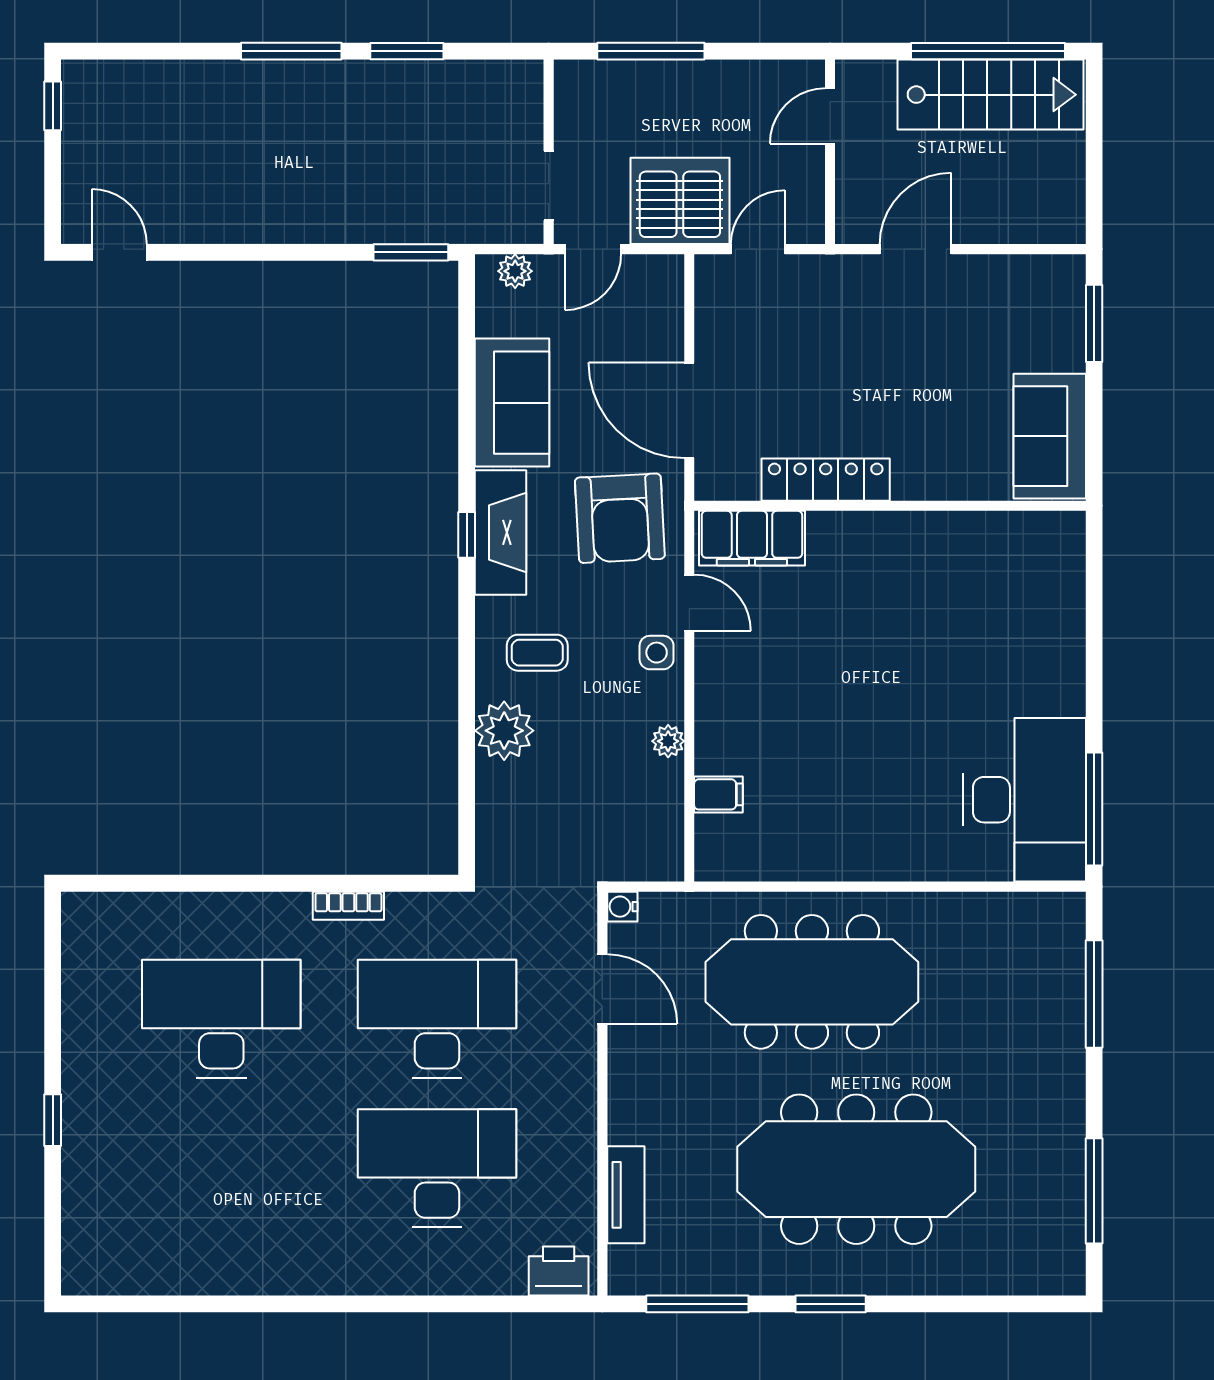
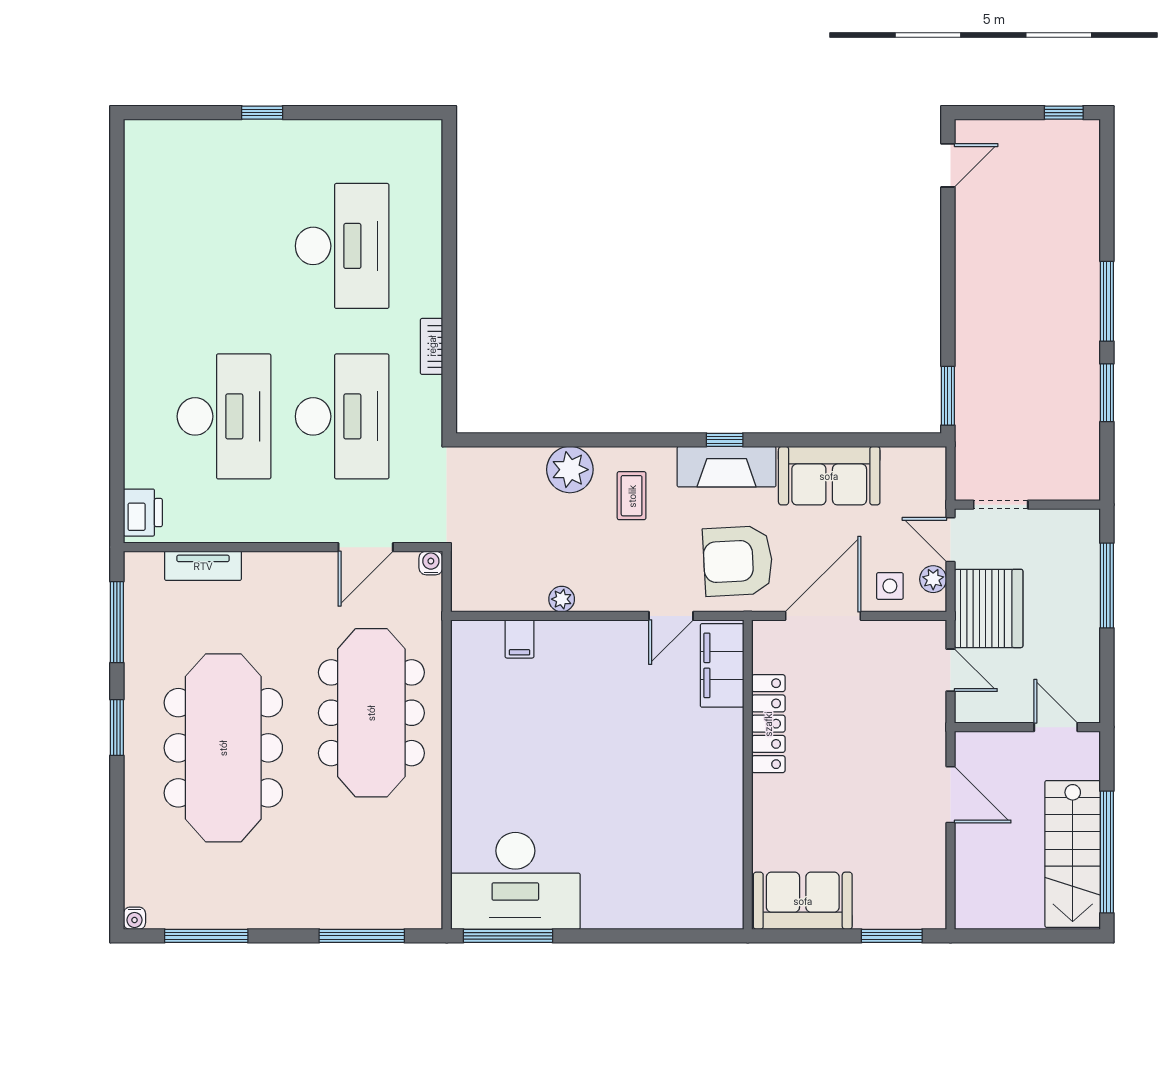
plant: (515, 271) -> (933, 579), moved
side table: (657, 653) -> (890, 586), moved
water cooler: (1072, 1282) -> (134, 918), added

